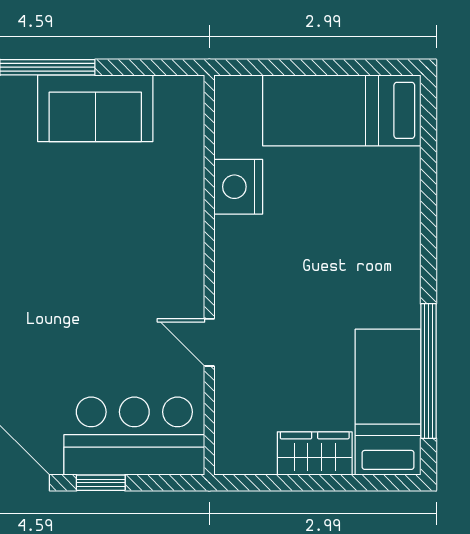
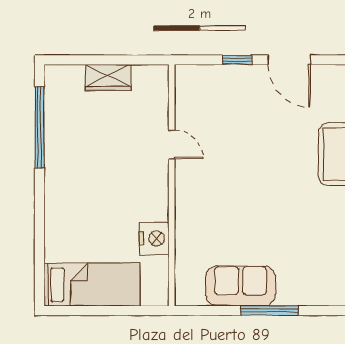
bed: (388, 402) -> (64, 108), removed
bar counter: (134, 436) -> (217, 88), removed

